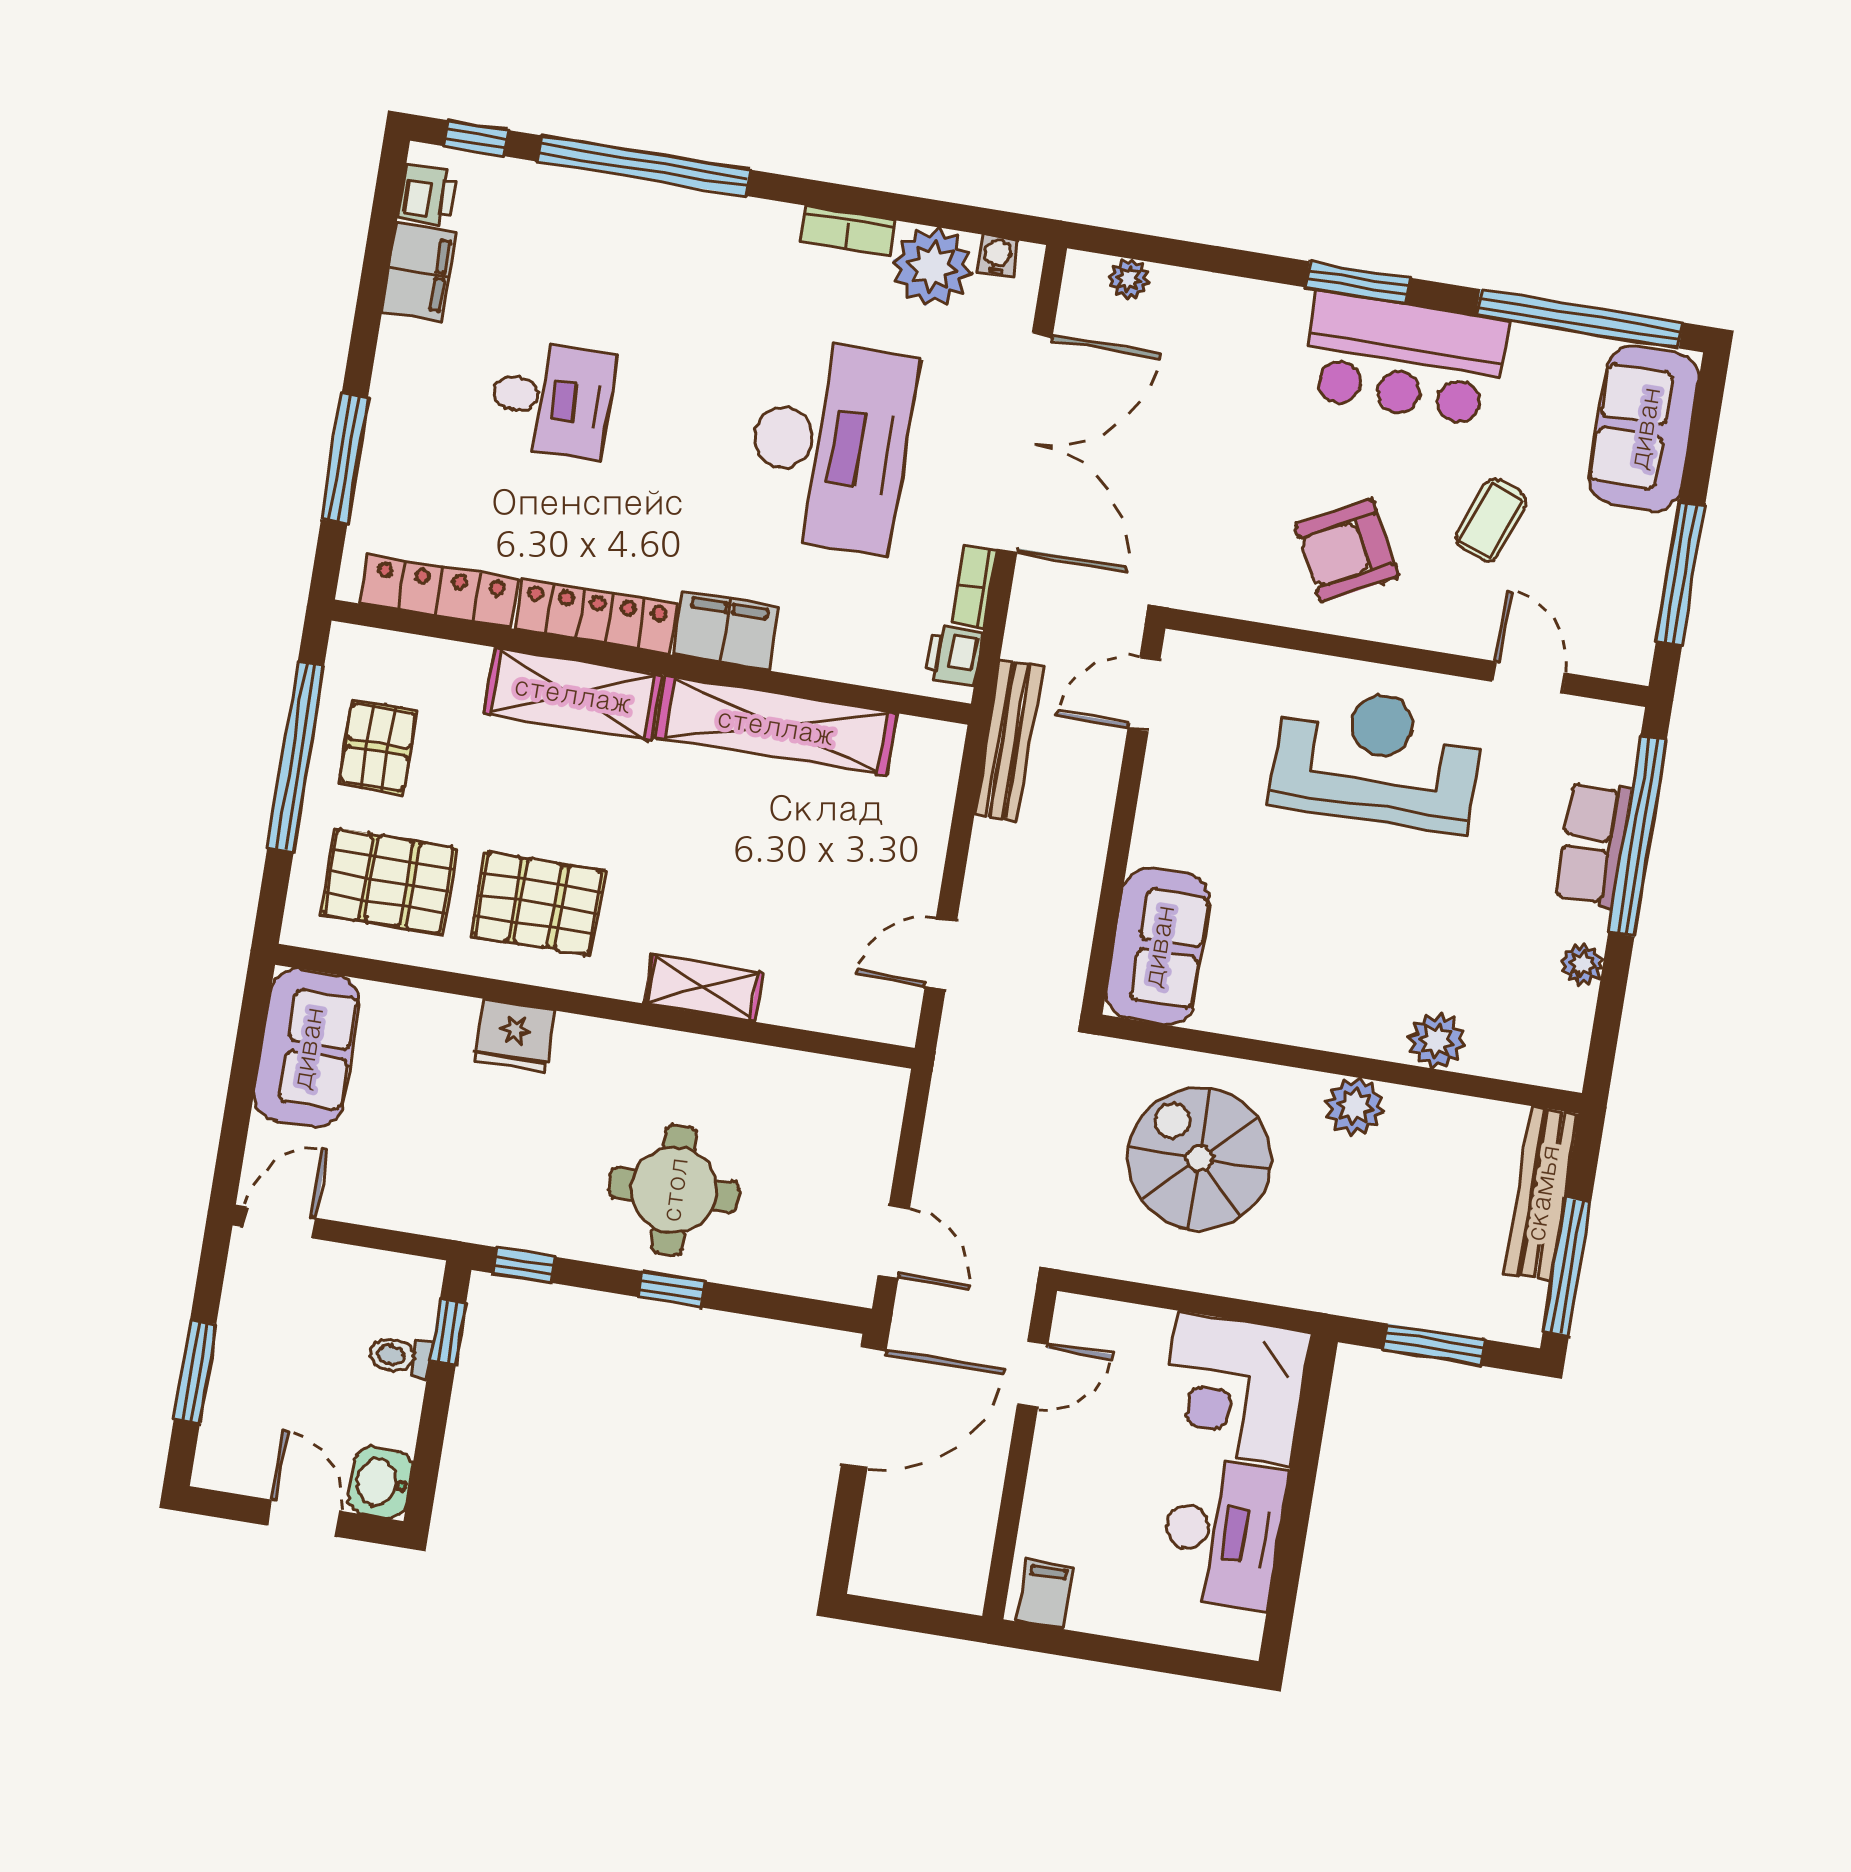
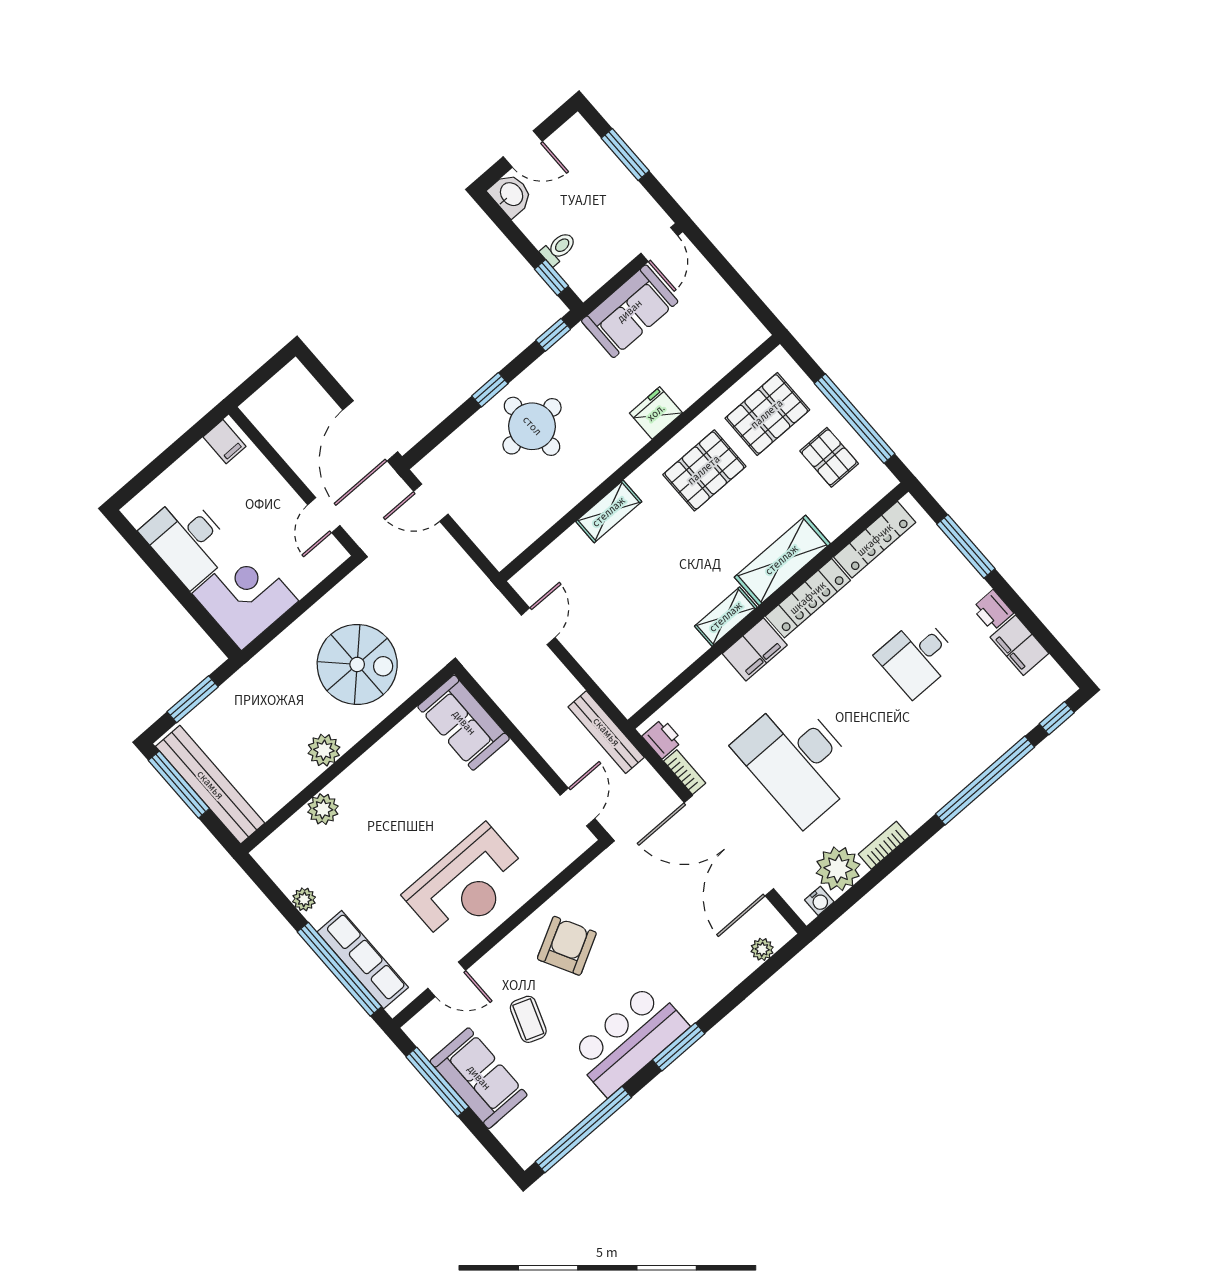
printer: (427, 195) -> (993, 611), moved
sofa: (1644, 428) -> (479, 1078), moved
shelving: (776, 726) -> (726, 617), width x0.45, depth x0.75
row of seats: (1593, 844) -> (363, 960), width x1.48
sofa: (307, 1048) -> (630, 311), moved, turned -90
bench: (1542, 1193) -> (210, 785), width x1.37, depth x1.21

